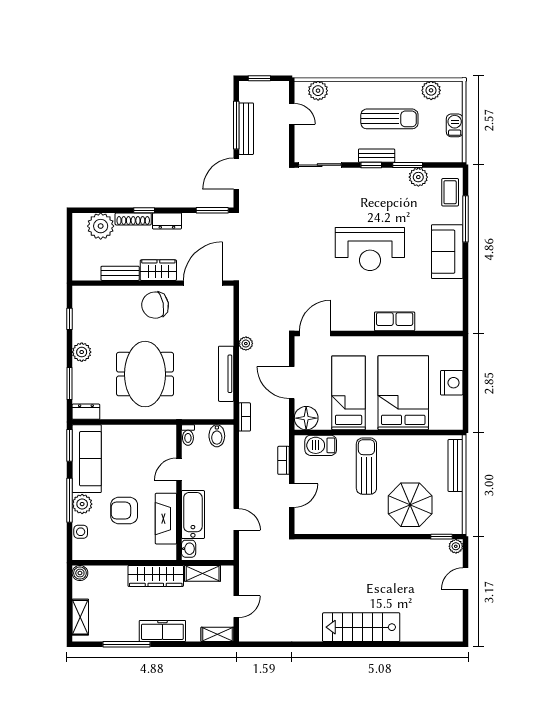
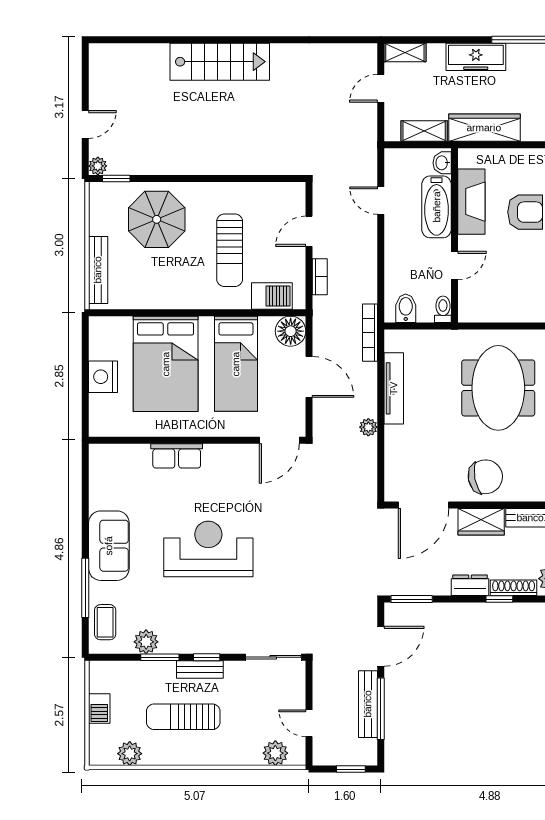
bookcase: (245, 417) -> (370, 333), width x1.56
sun lounger: (366, 466) -> (230, 250), moved

